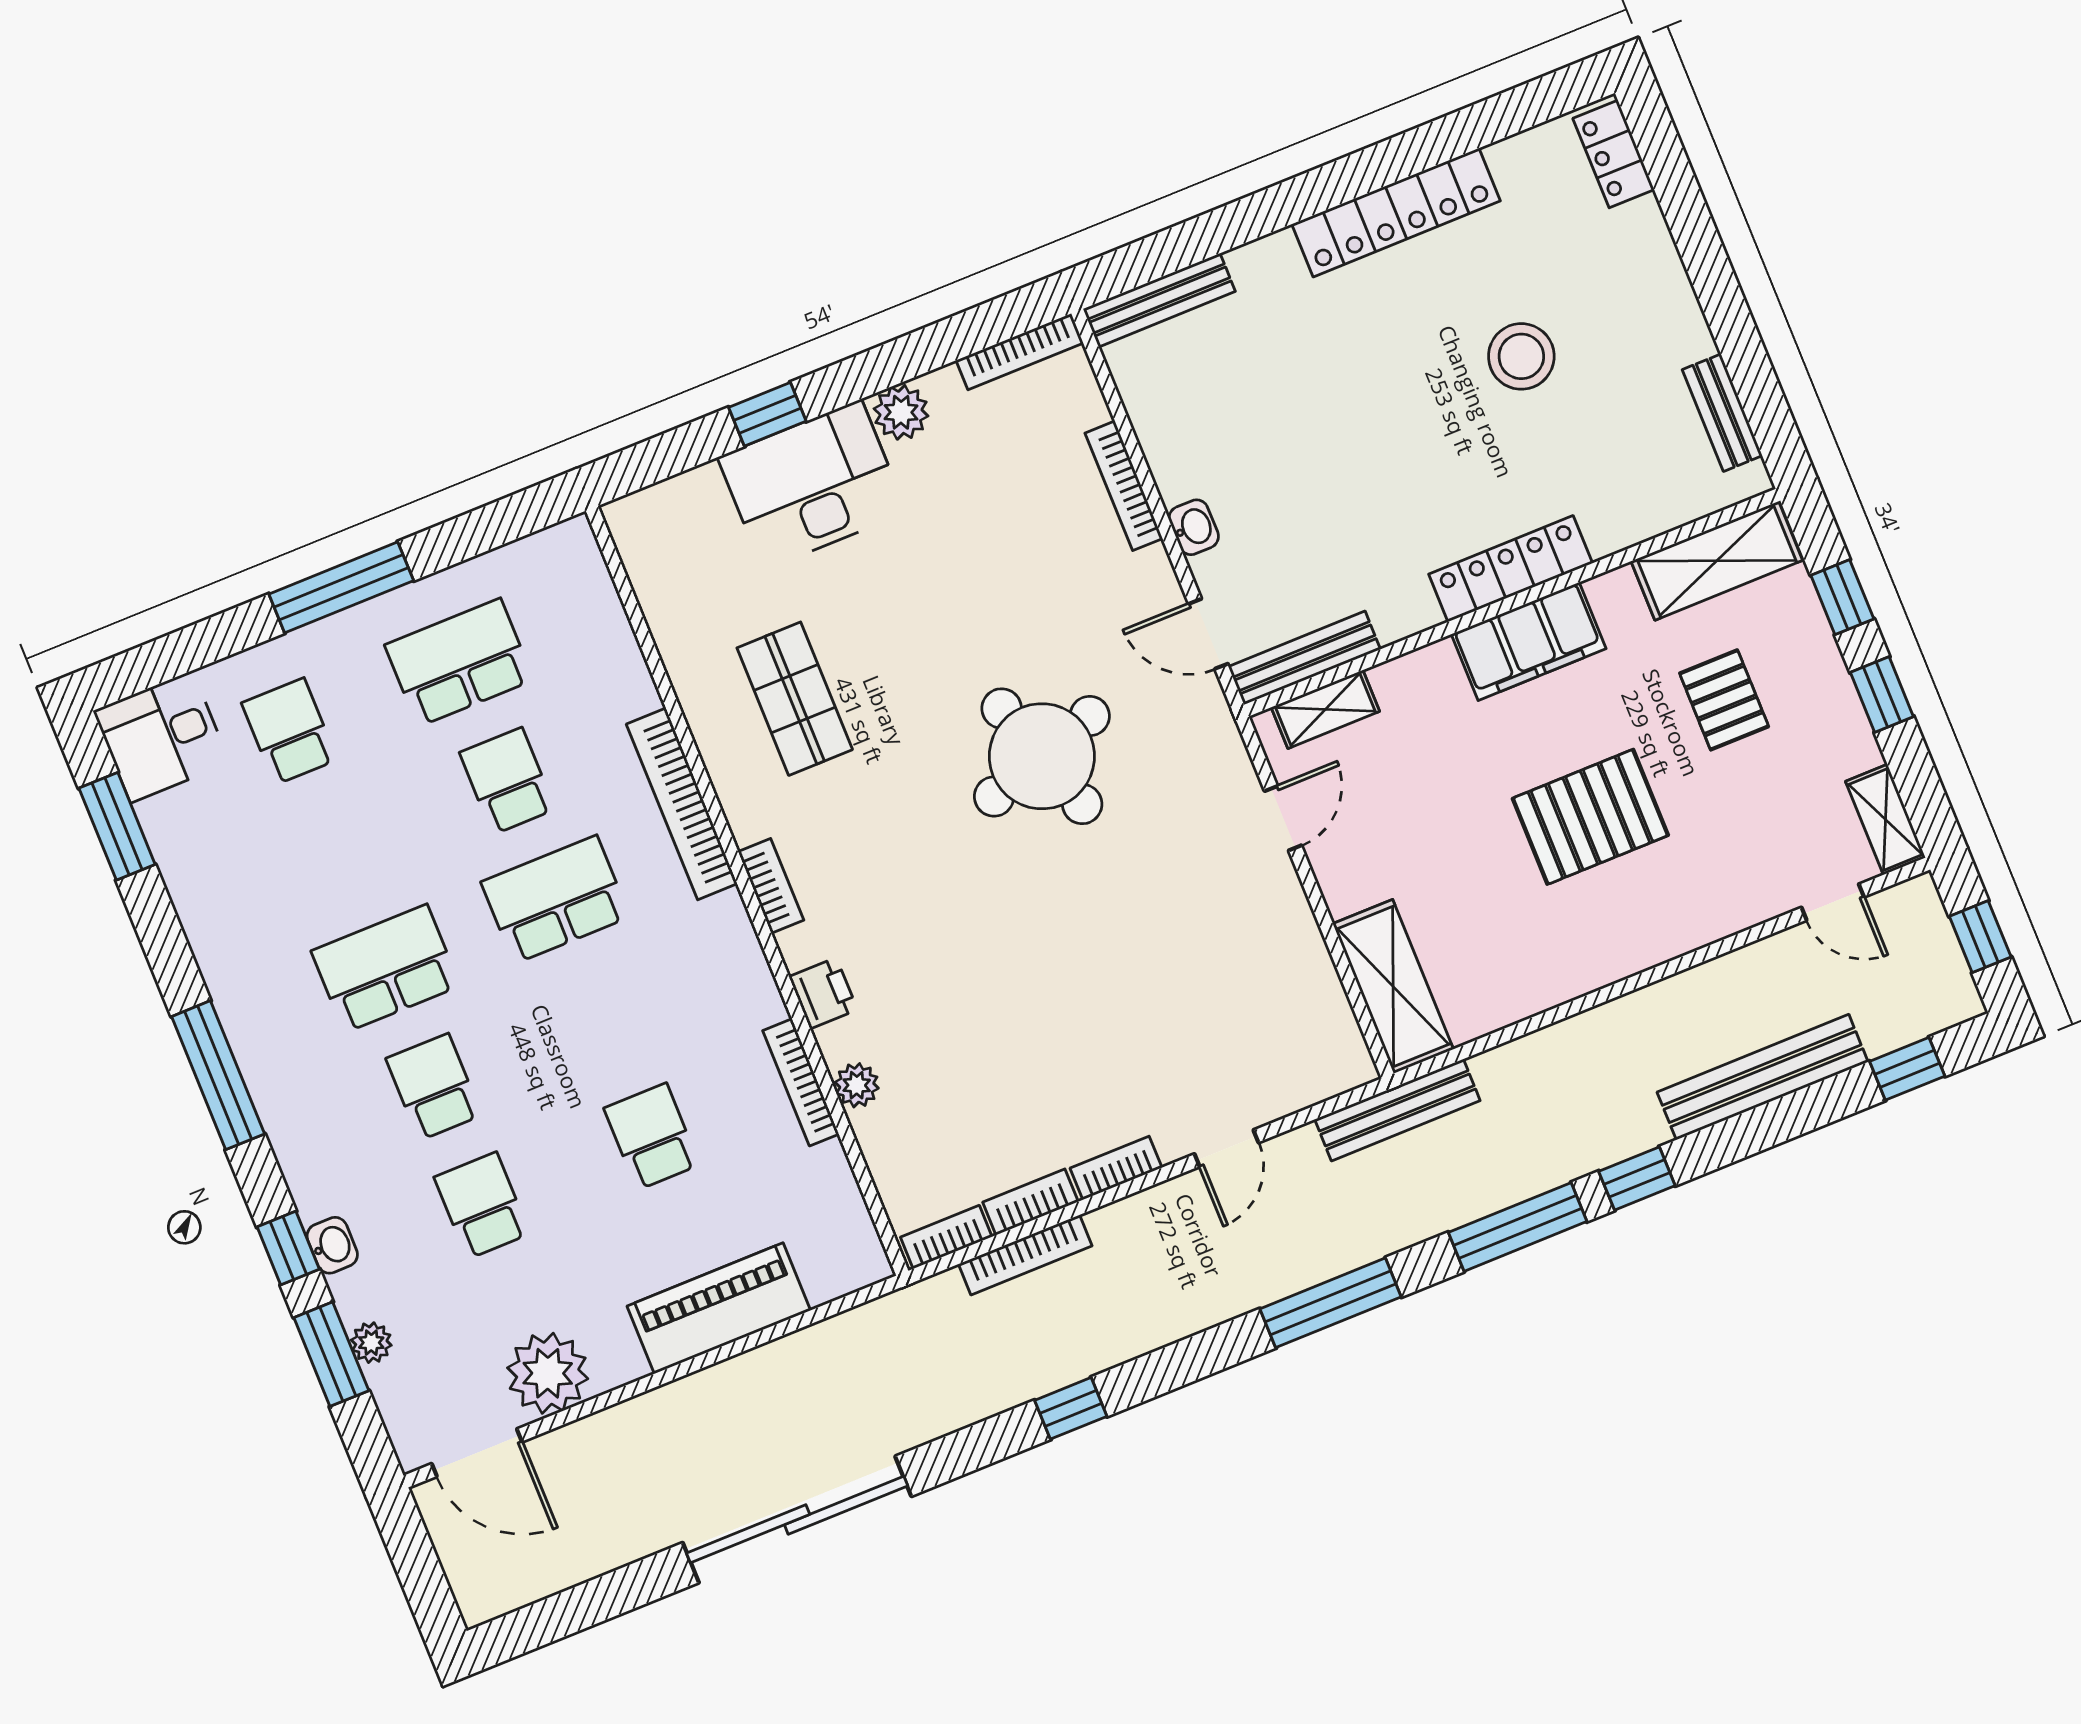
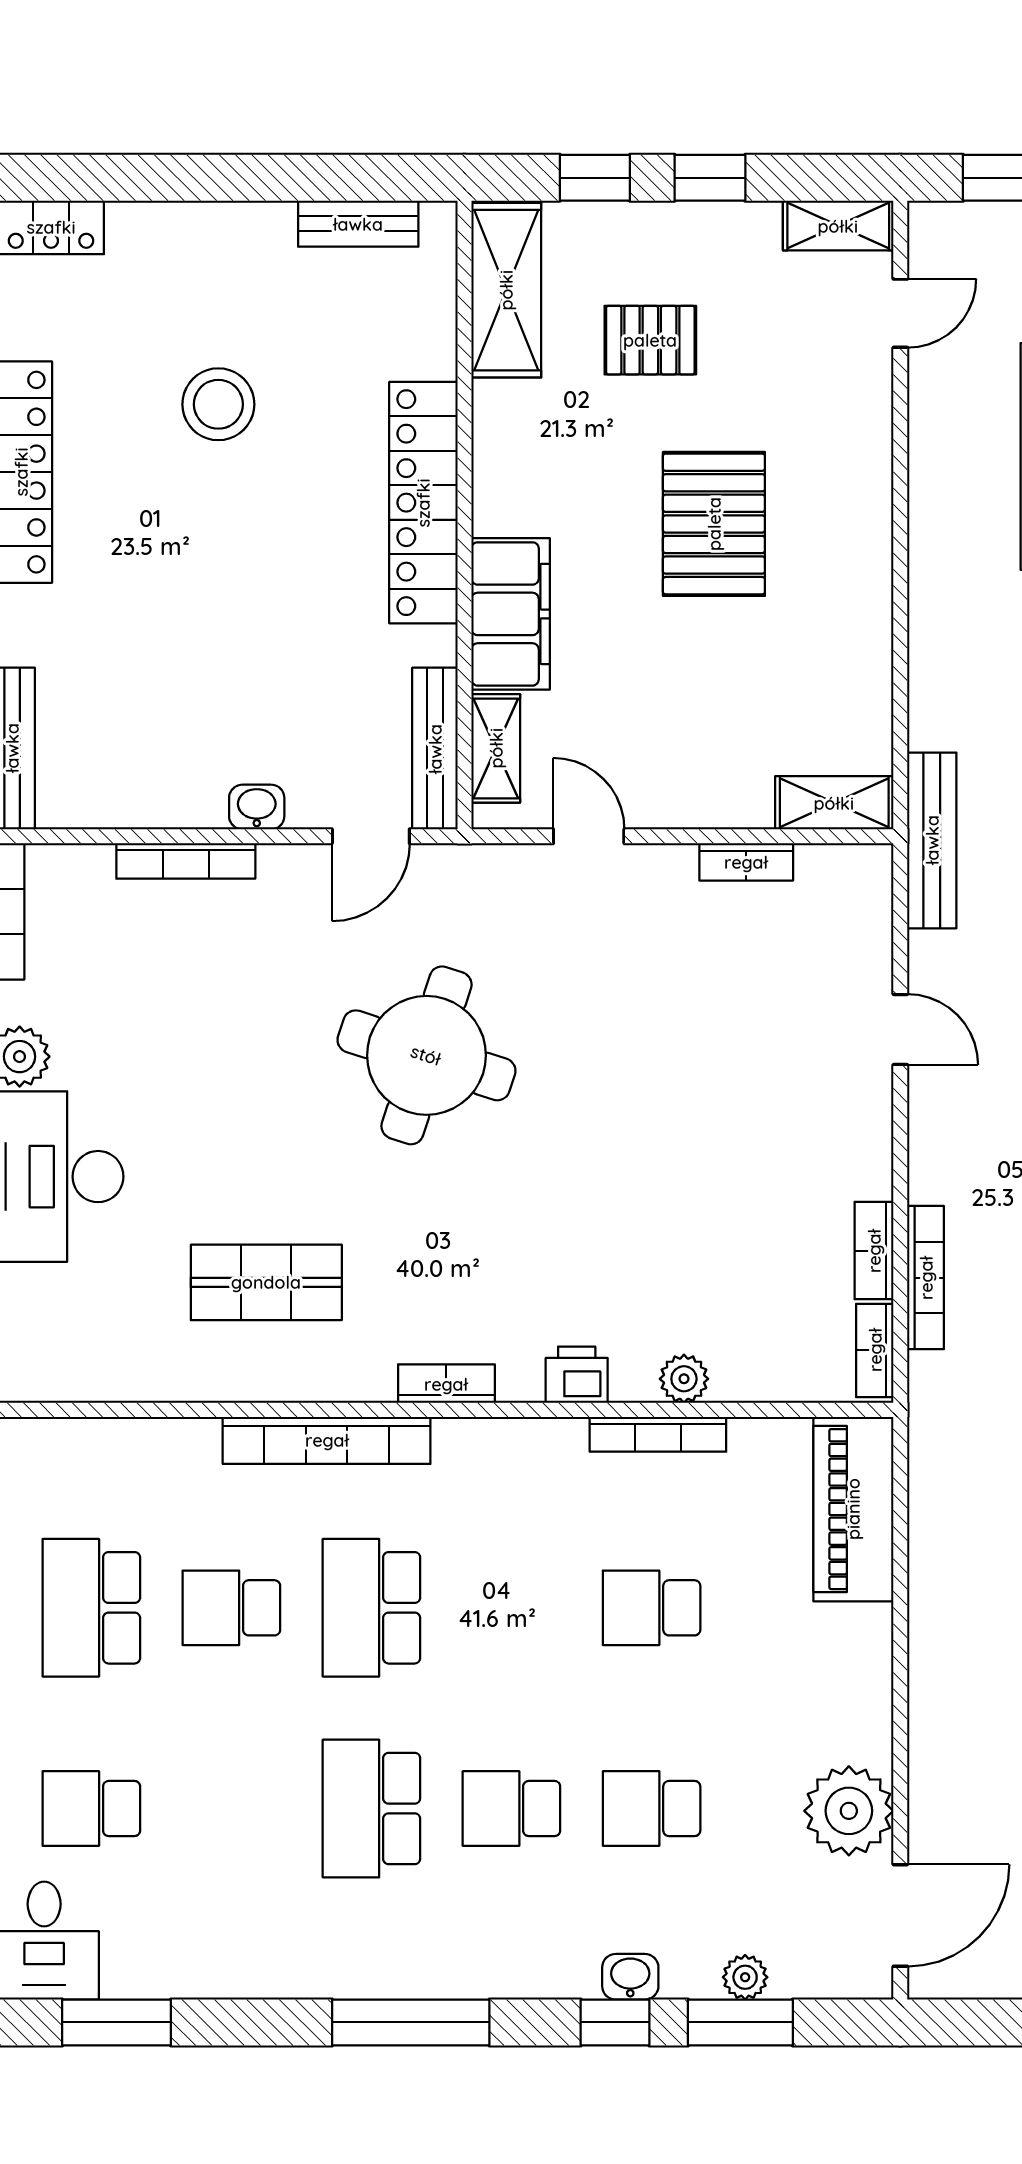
locker: (1511, 569) -> (423, 503), width x1.41, depth x1.21
filing cabinet: (1529, 641) -> (511, 614), moved
round table: (1042, 756) -> (426, 1055), turned 36
shelving: (1393, 987) -> (834, 803), width x0.67, depth x0.75
bookcase: (1116, 1168) -> (746, 862), moved, turned -90
piano: (719, 1308) -> (853, 1509), moved

